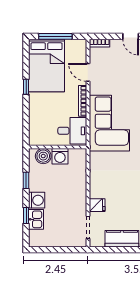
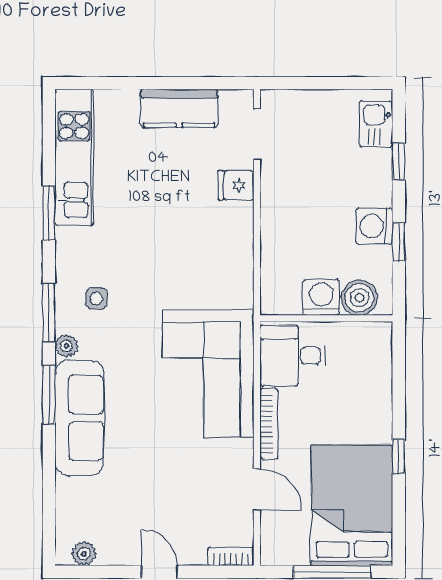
washing machine: (37, 200) -> (374, 226), moved
kitchen sink: (36, 219) -> (376, 124), moved

